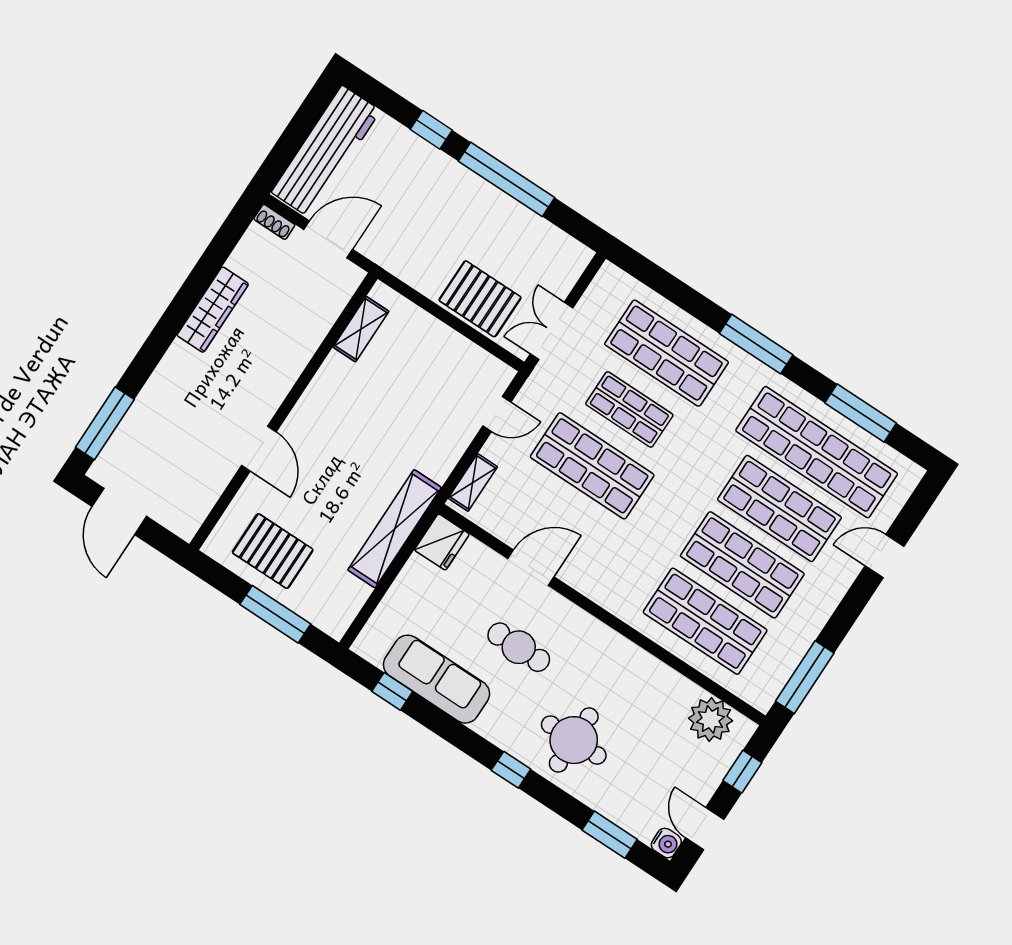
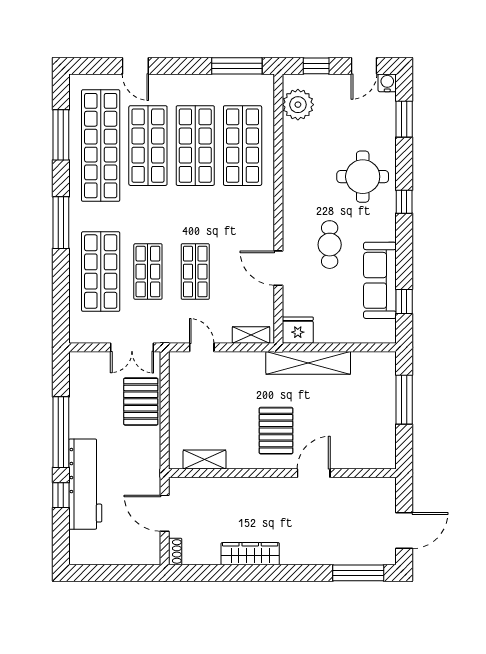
workbench: (326, 151) -> (85, 484), moved, turned 90
shop shelf: (592, 466) -> (195, 272), width x0.70, depth x0.74
pallet: (273, 551) -> (276, 431), moved

